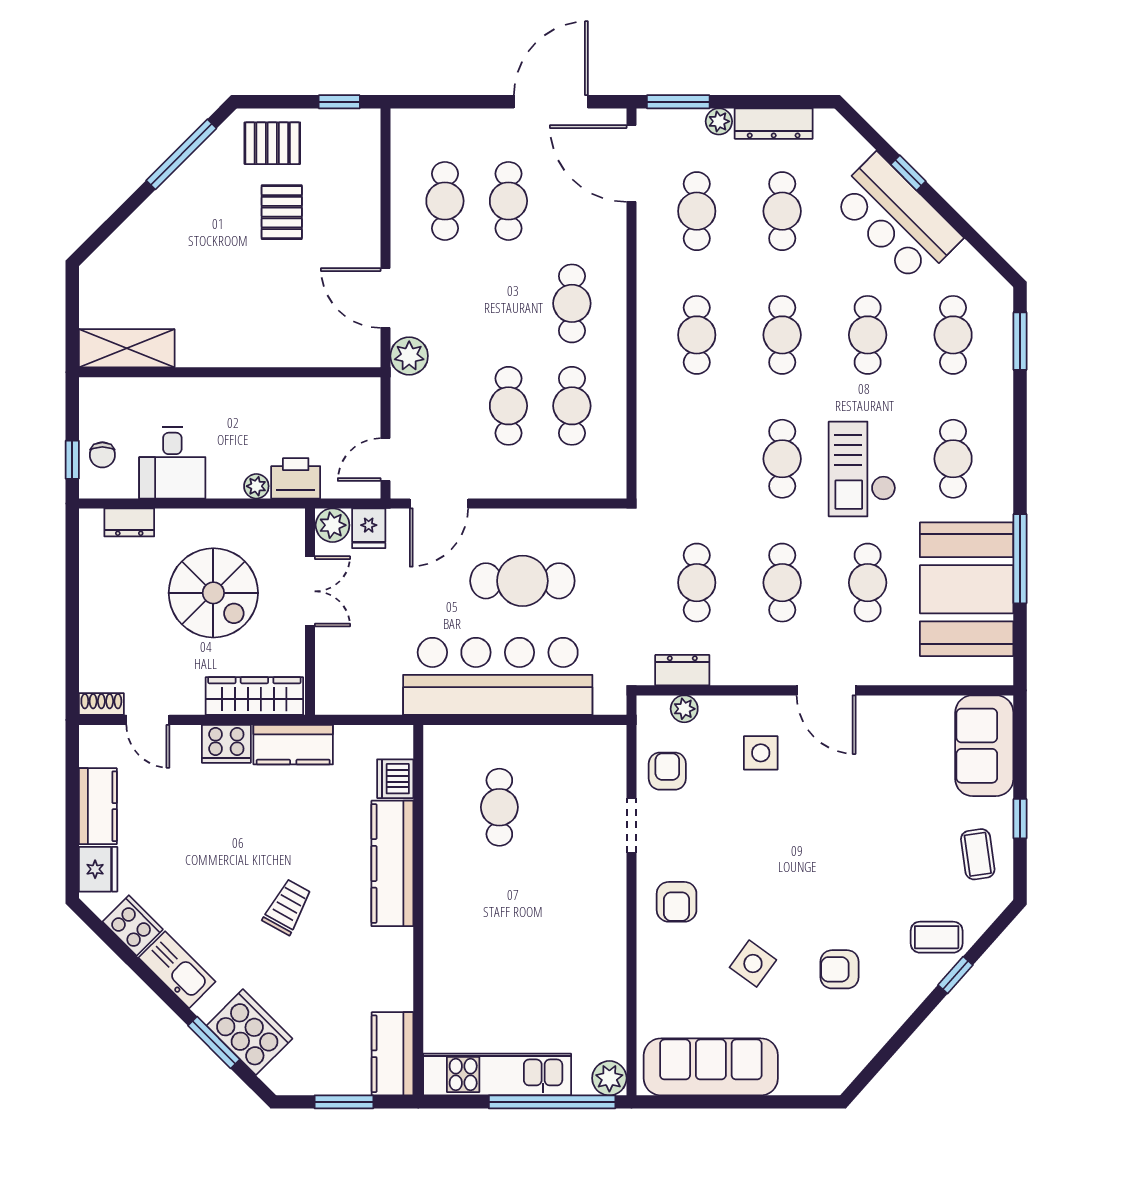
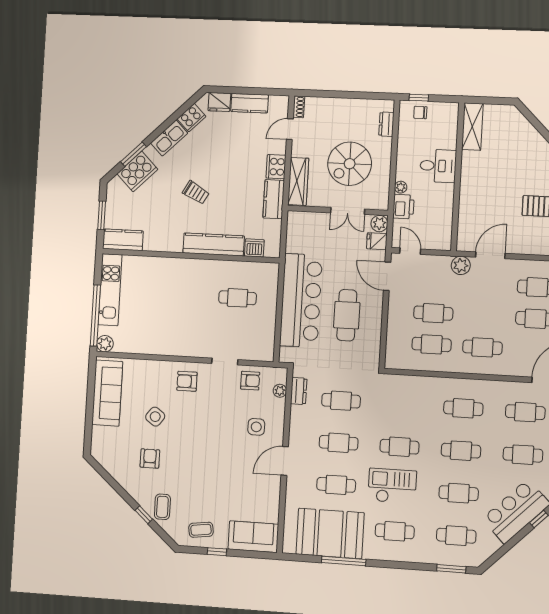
desk: (172, 463) -> (438, 166), moved, turned 180

